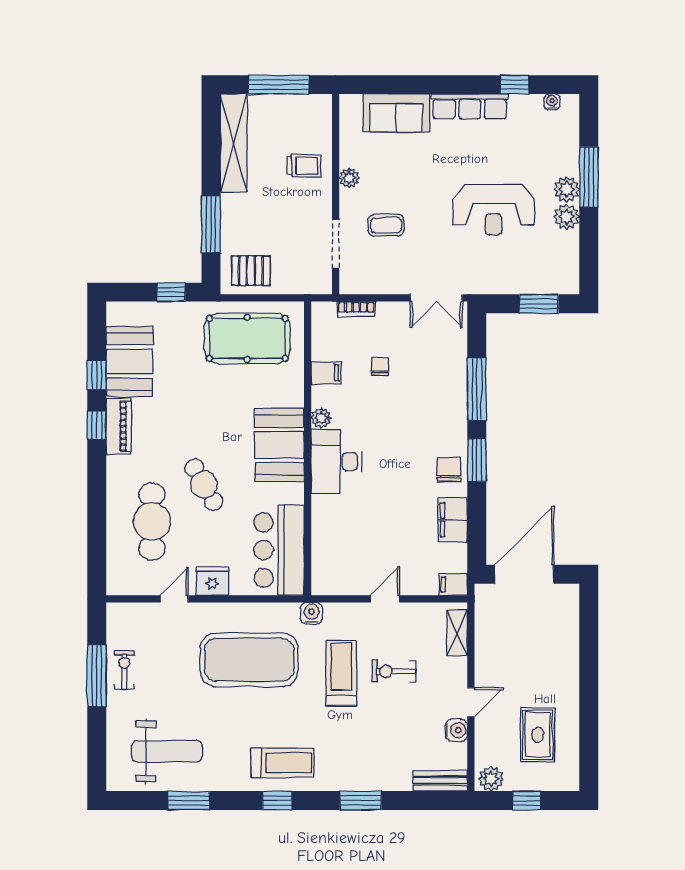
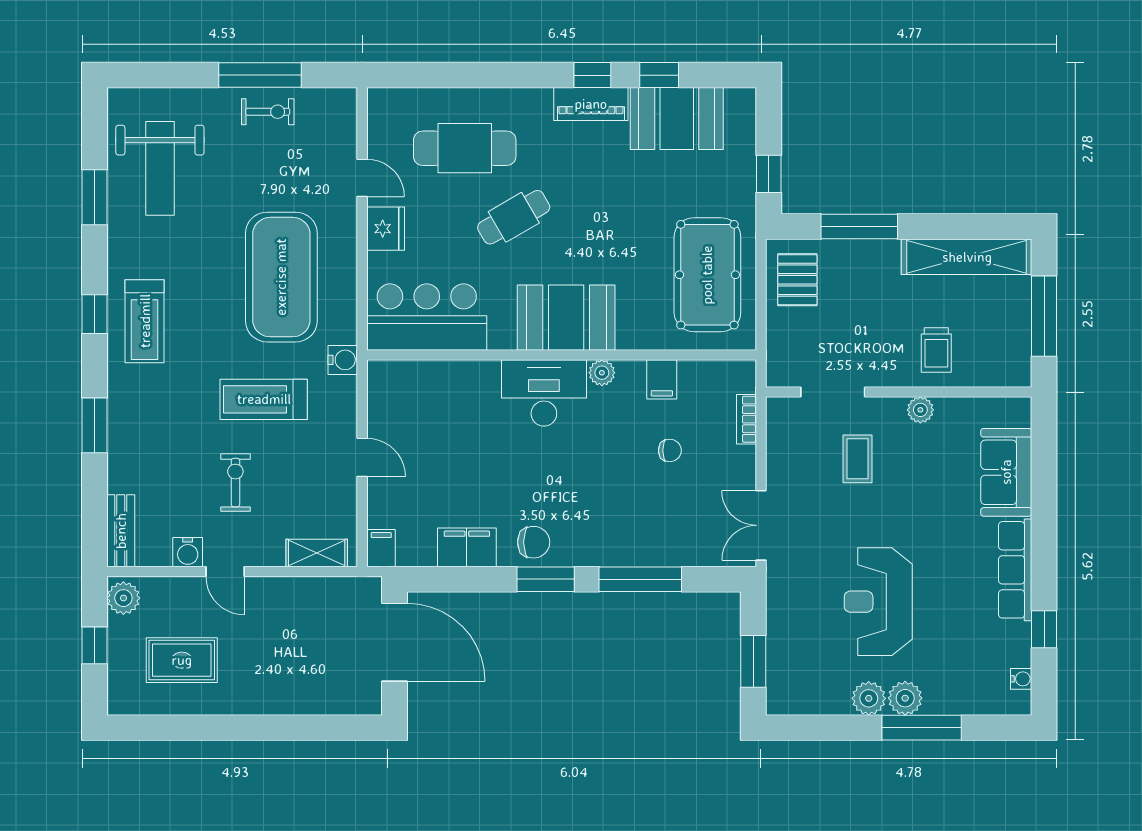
exercise bike: (394, 671) -> (235, 483), moved
treadmill: (341, 673) -> (264, 399), turned 180

